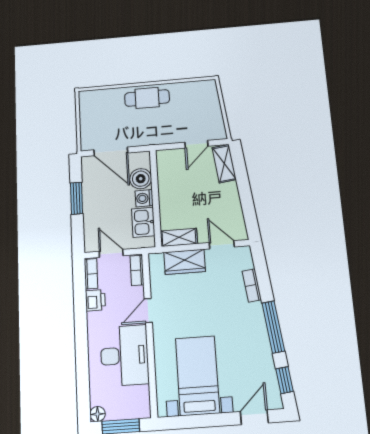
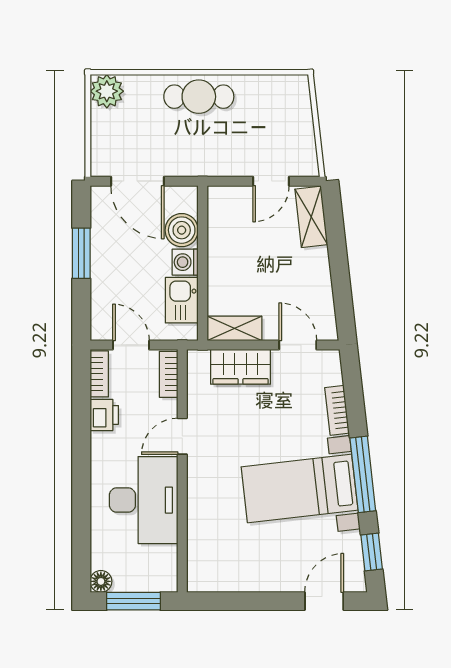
plant: (89, 100) -> (107, 91), added
bed with nightstands: (197, 376) -> (300, 489), moved, turned -97

